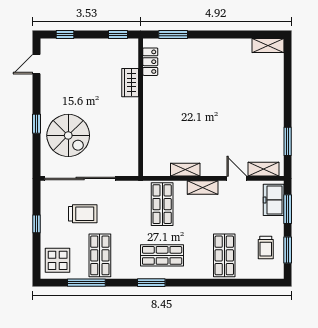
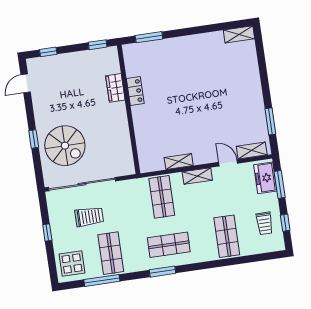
locker: (150, 62) -> (135, 91), moved
window: (288, 250) -> (285, 223), width x0.67

